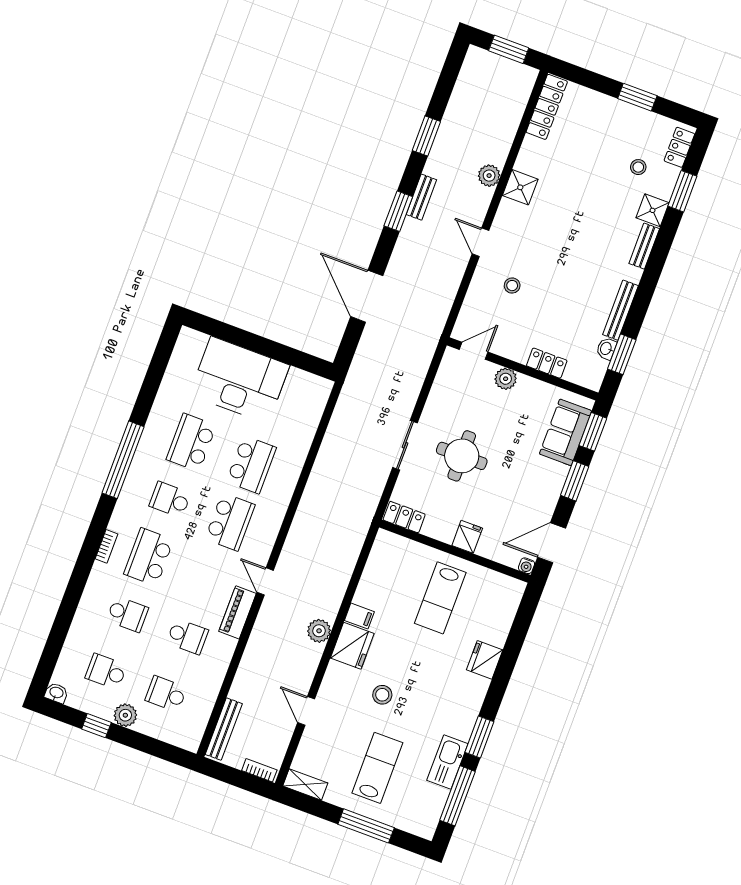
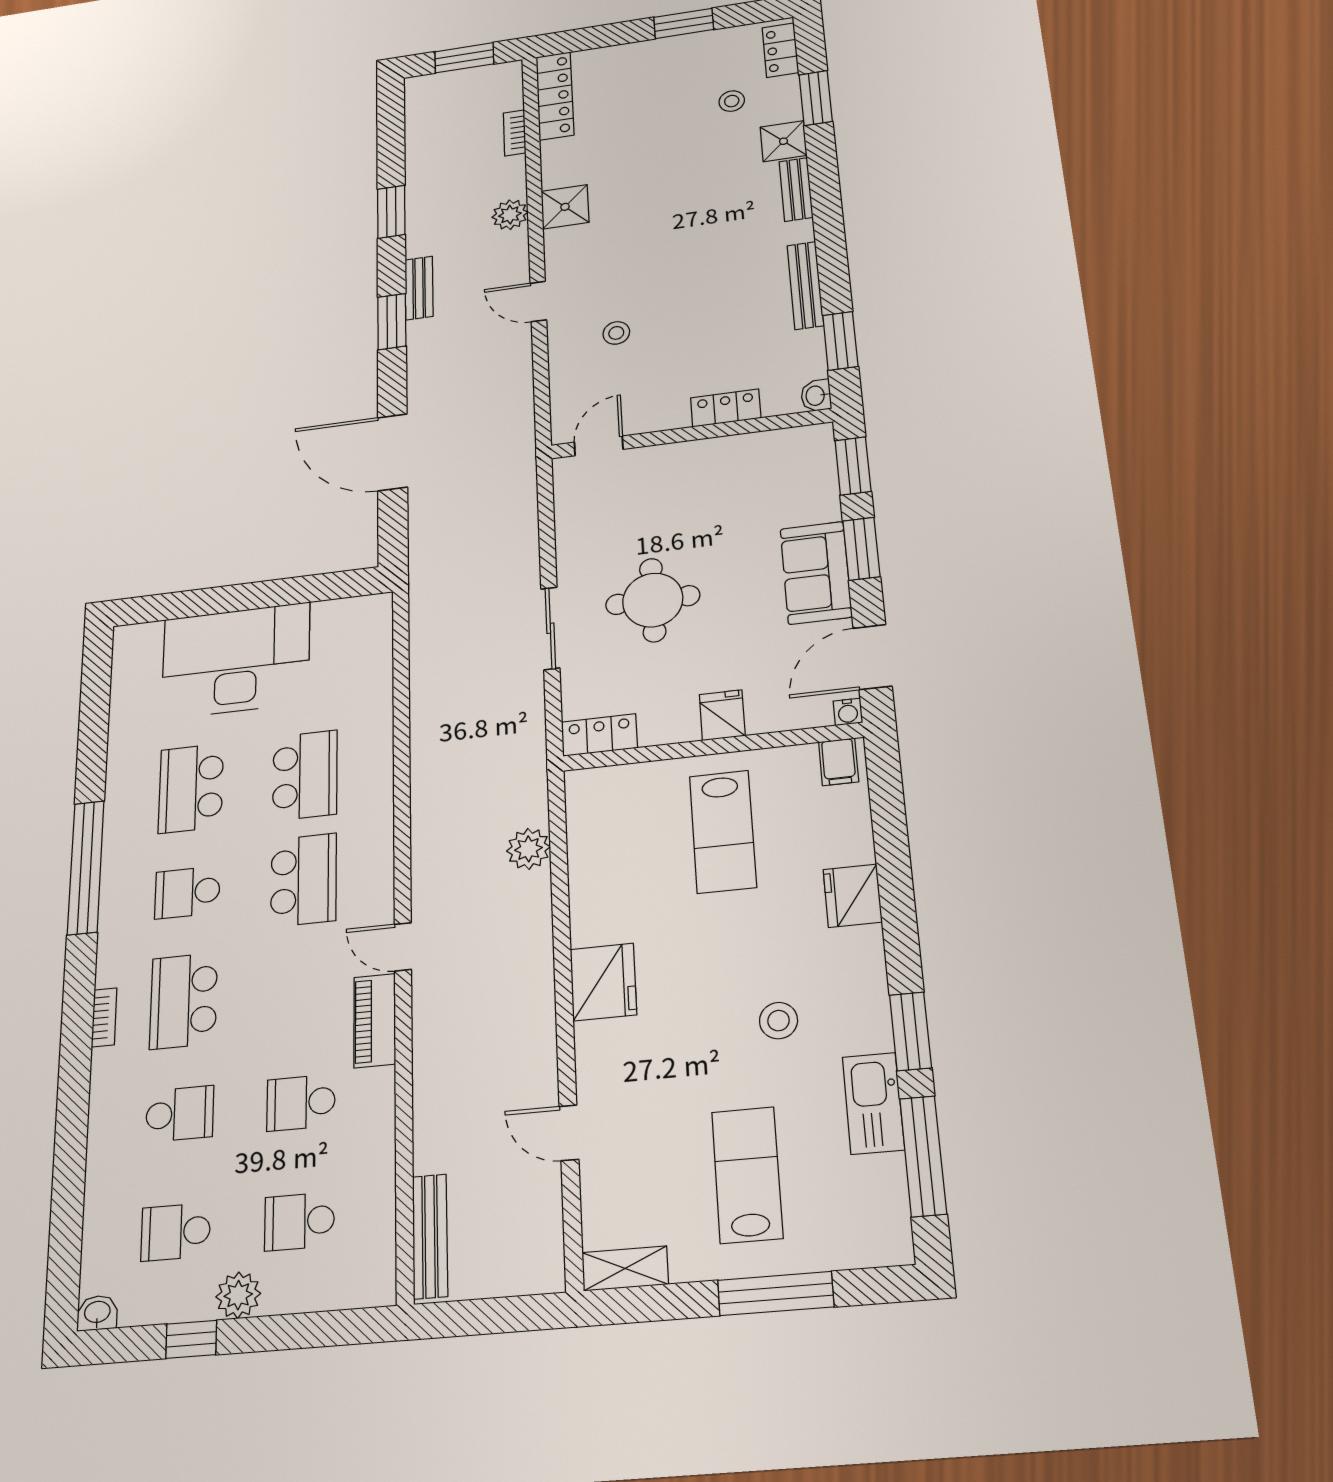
washbasin: (606, 349) -> (816, 396), moved
plant: (506, 379) -> (670, 459), removed
sofa: (566, 432) -> (816, 573), moved
filing cabinet: (359, 616) -> (839, 762), moved, turned 90
plant: (319, 631) -> (528, 849), moved
school desk: (187, 636) -> (301, 1103), turned 180
stool: (382, 695) -> (778, 1021), moved
bookcase: (259, 770) -> (515, 133), moved, turned -90

